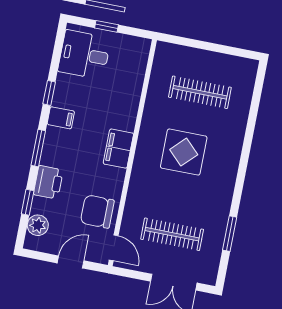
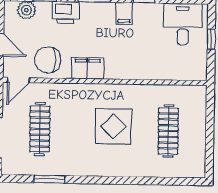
filing cabinet: (118, 149) -> (88, 68), moved
chair: (97, 212) -> (48, 60), turned -90

